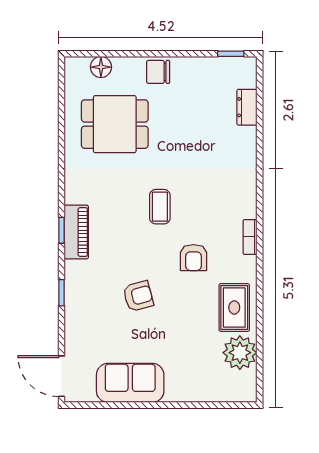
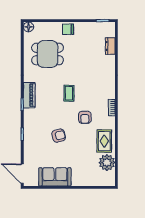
floor lamp: (101, 67) -> (29, 27), moved
piano: (76, 232) -> (29, 95), moved

